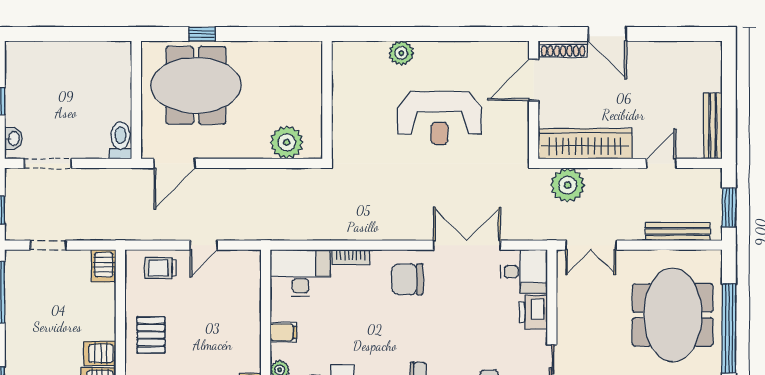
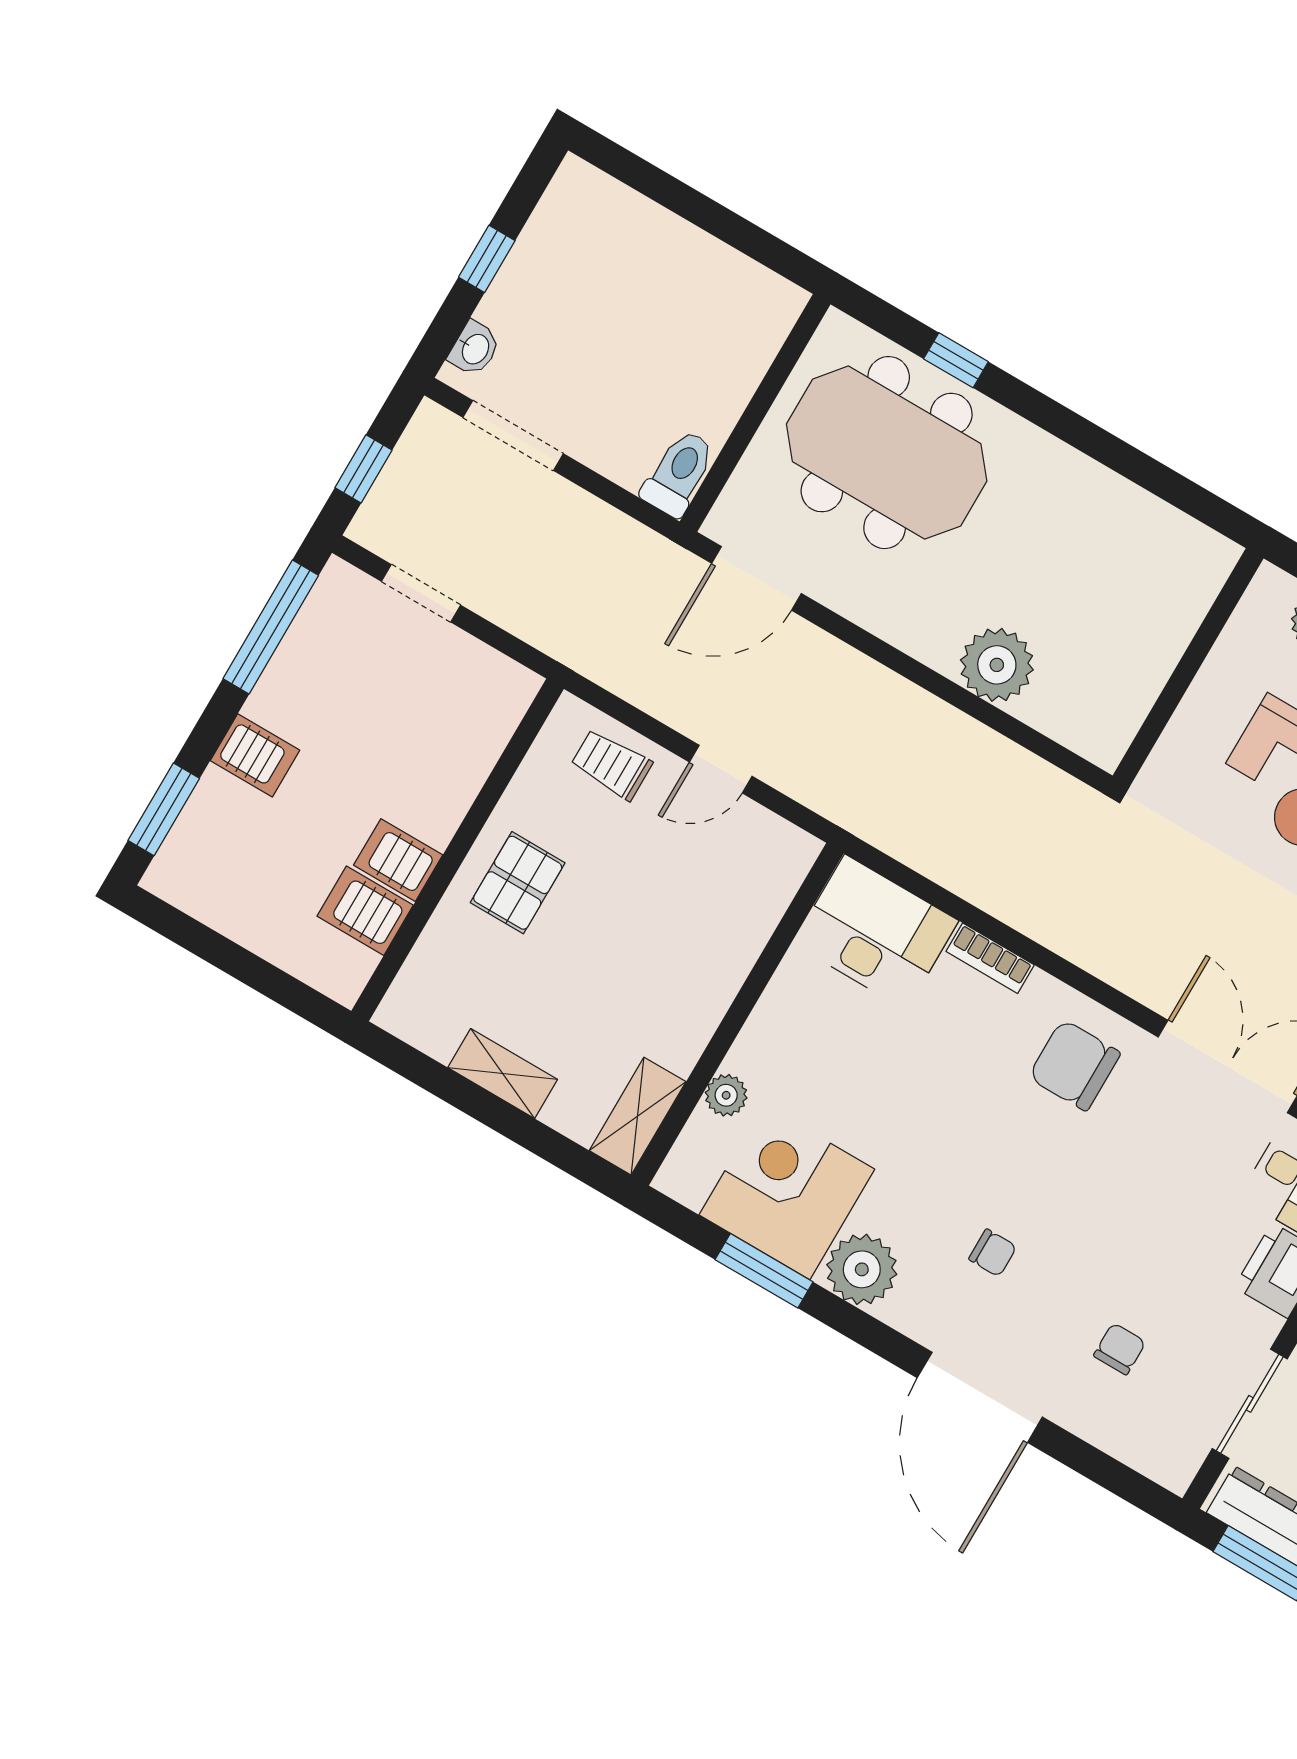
wall: (327, 100) -> (1188, 667), moved
server rack: (104, 266) -> (255, 755), moved, turned -90
filing cabinet: (283, 332) -> (776, 1027), removed

